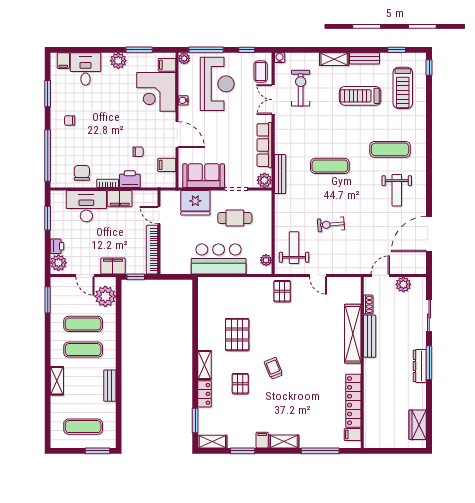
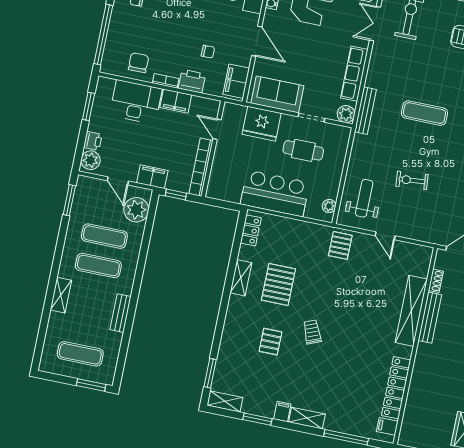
filing cabinet: (167, 165) -> (236, 81), width x2.00
shelving: (205, 365) -> (241, 278), moved
locker: (205, 394) -> (251, 230), moved

